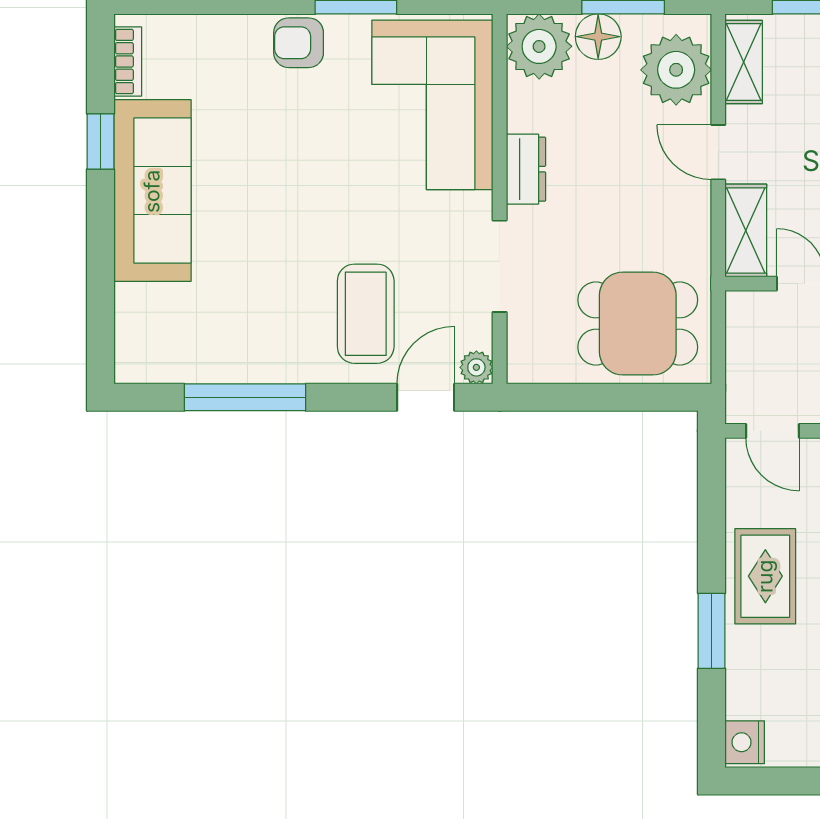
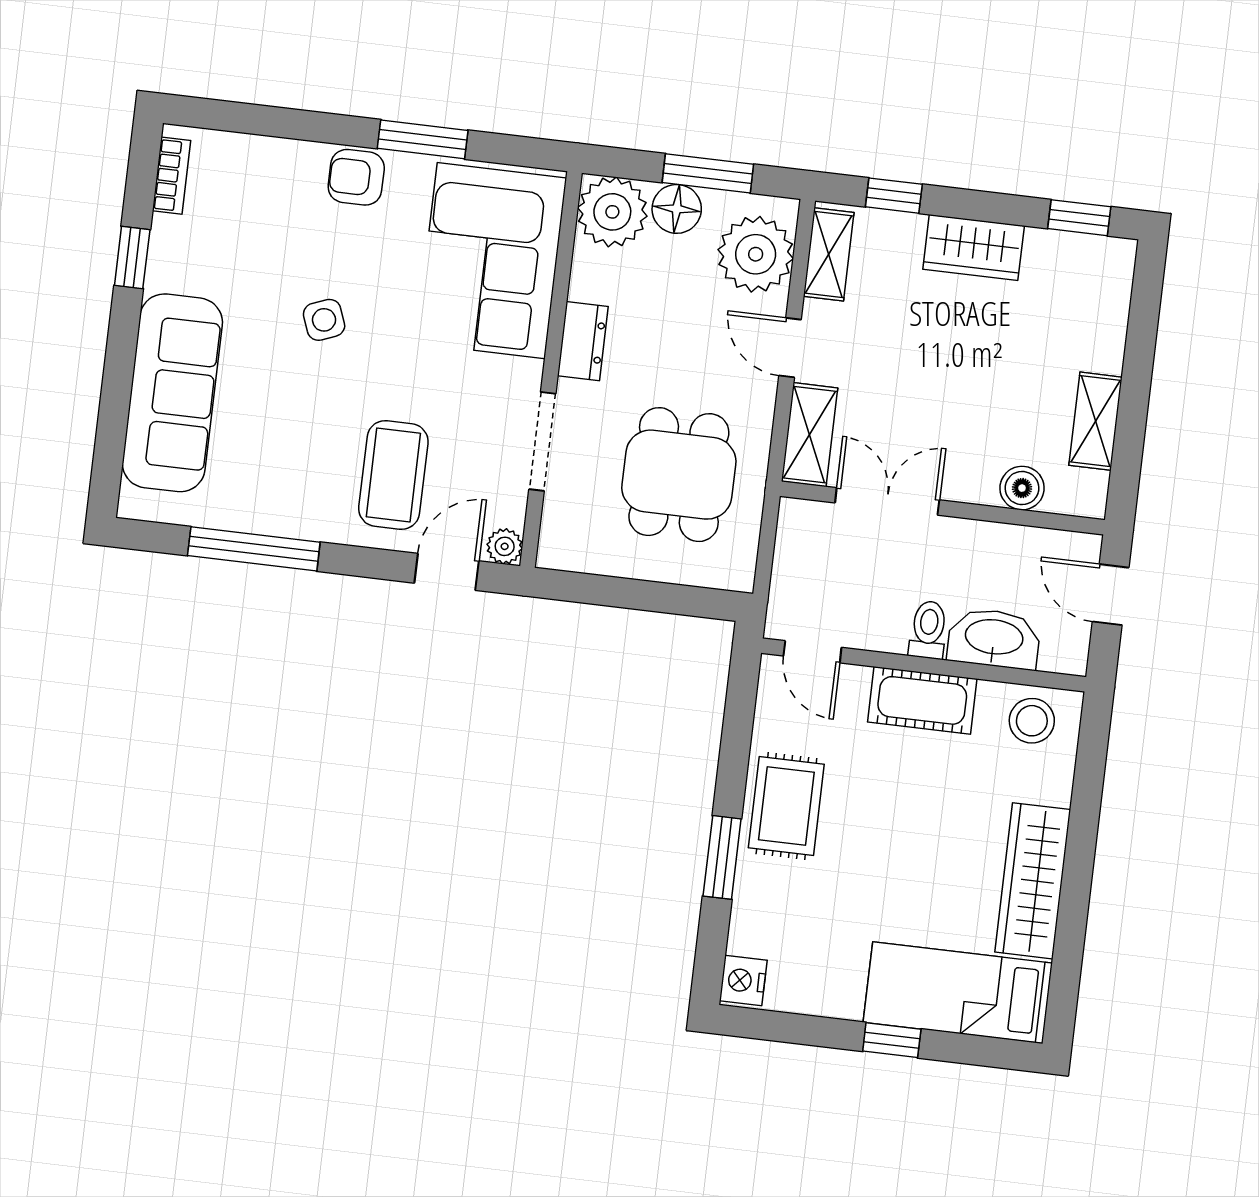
side table: (285, 178) -> (324, 320), added
sofa: (152, 191) -> (172, 393), moved
dining table: (638, 324) -> (679, 475), moved, turned 90

